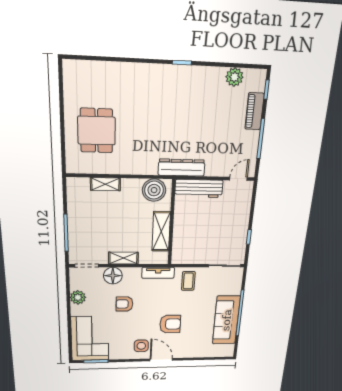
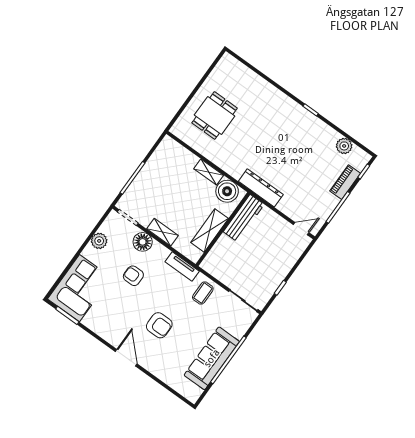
shelving: (105, 184) -> (209, 172), moved
workbench: (199, 189) -> (244, 218), moved, turned -90
side table: (141, 346) -> (119, 329), removed

